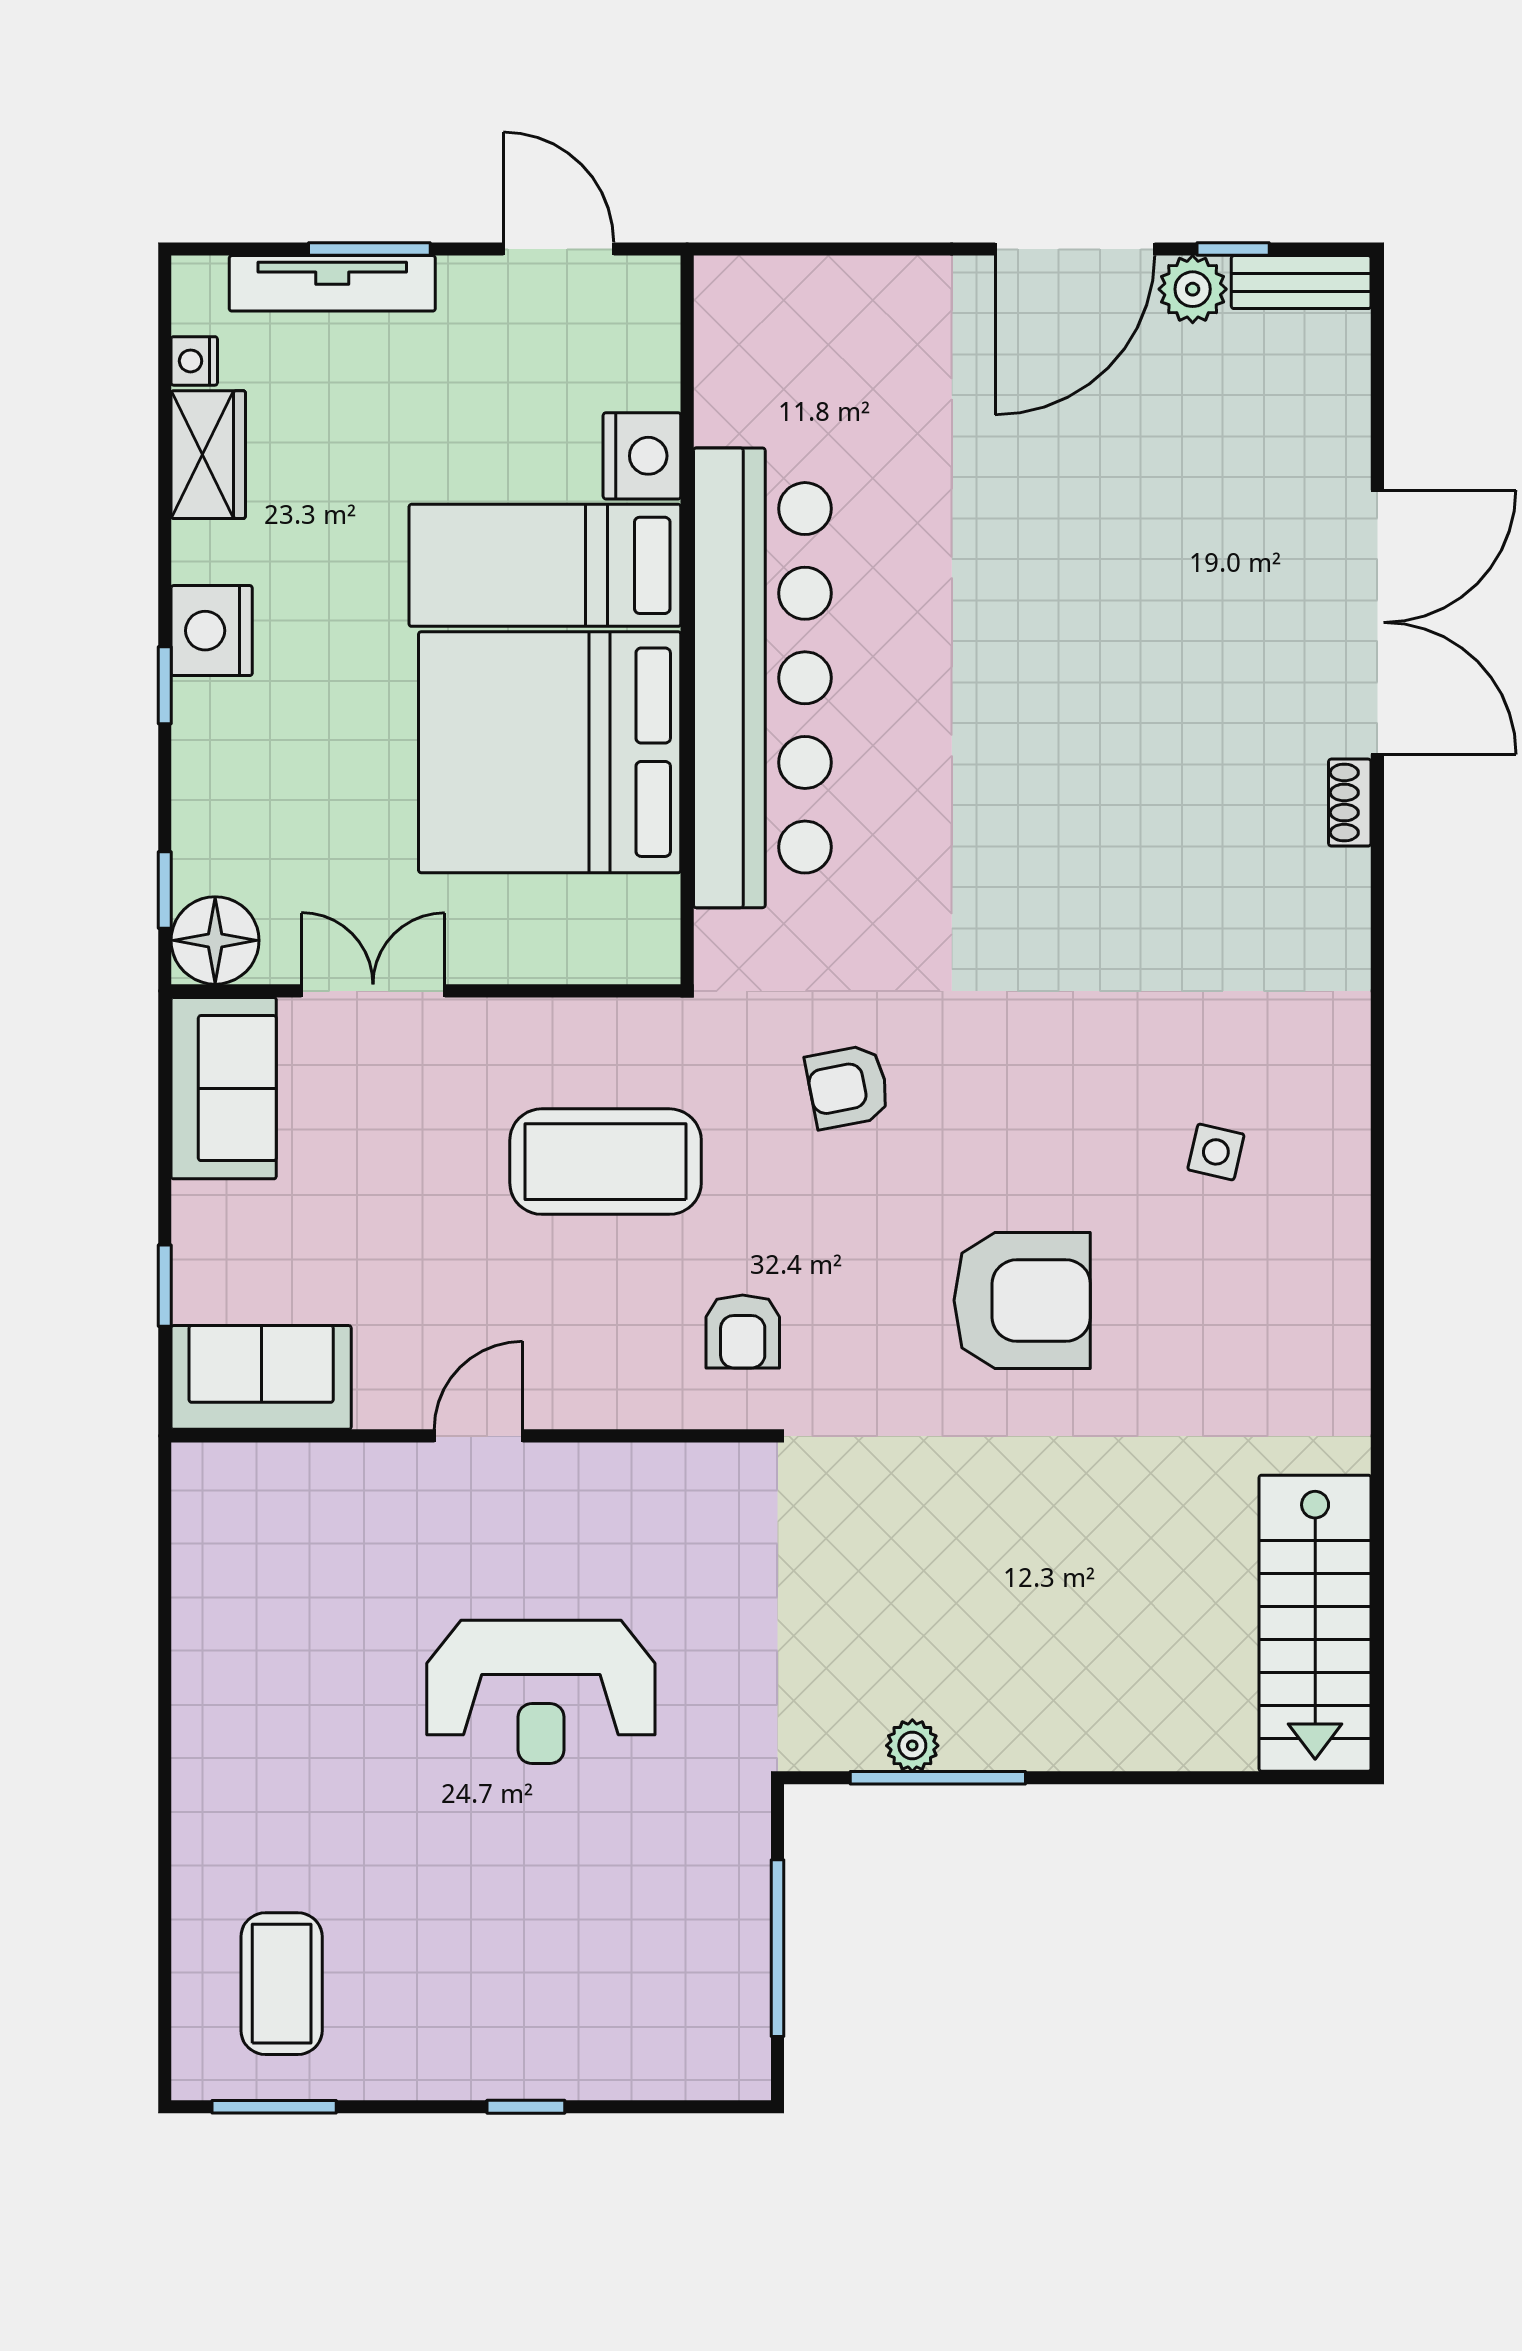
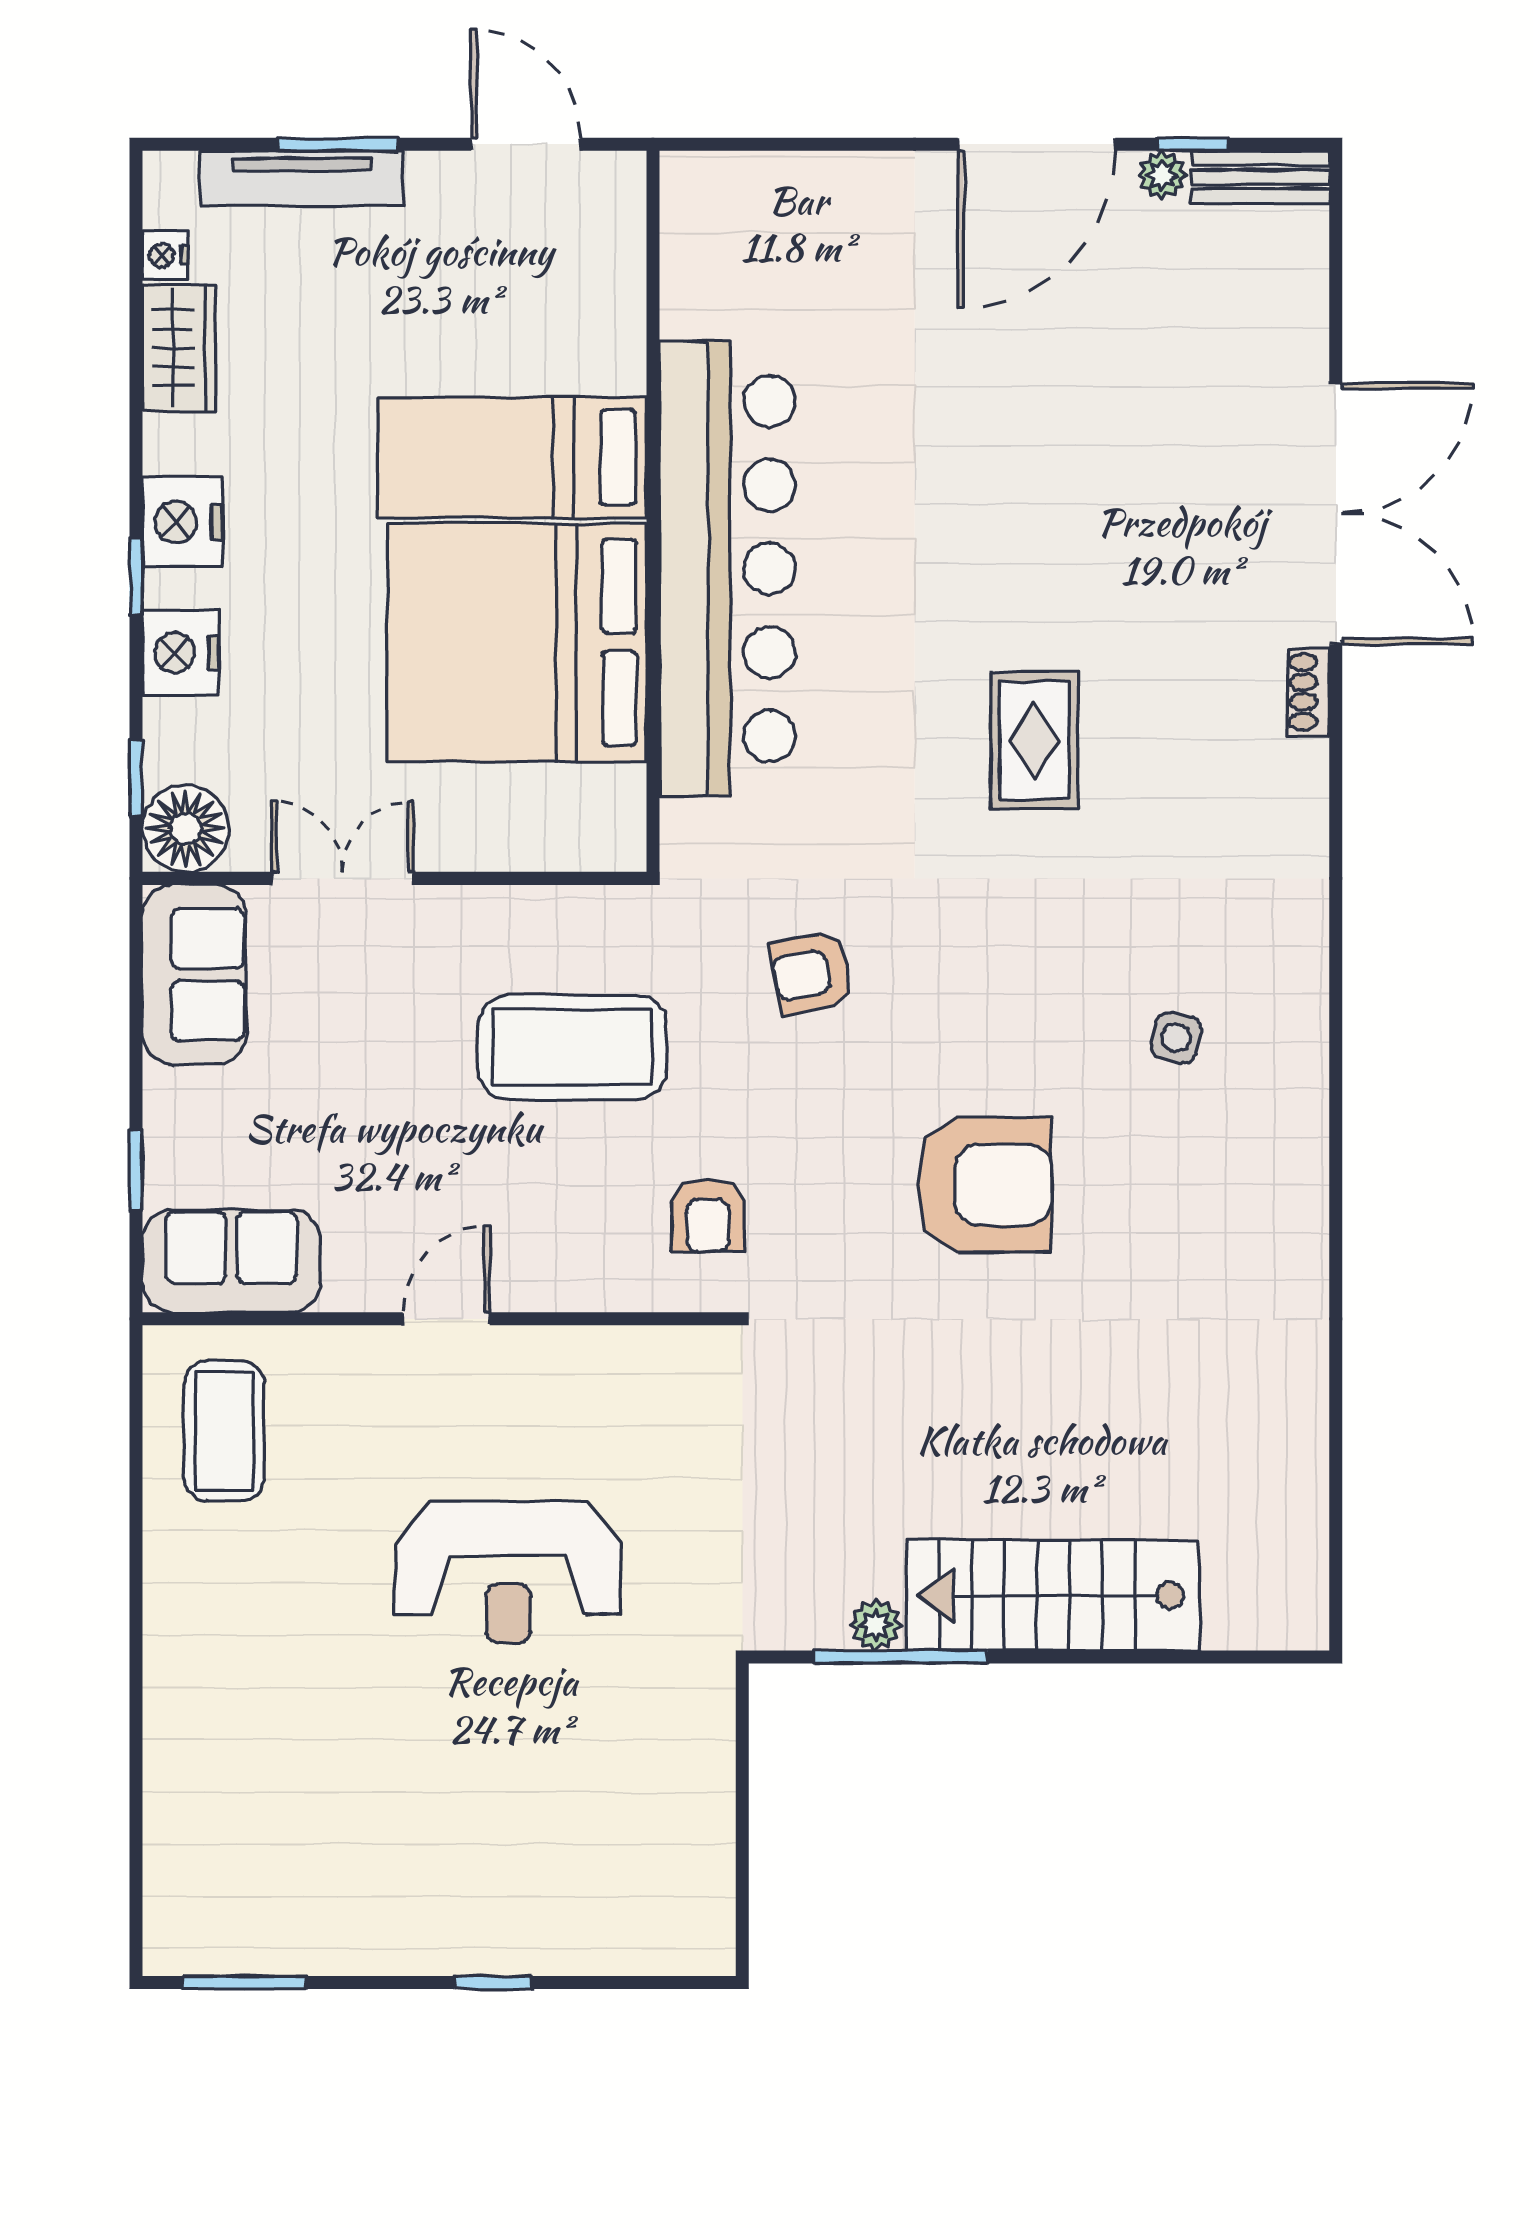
plant: (1193, 289) -> (1162, 175), width x0.73, depth x0.73
nightstand: (642, 456) -> (181, 653), moved, turned 180
rug: (1073, 852) -> (1034, 741), added
stairs: (1315, 1623) -> (1053, 1595), moved, turned 90
window: (777, 1948) -> (742, 1826), removed
coffee table: (282, 1984) -> (224, 1431), moved

